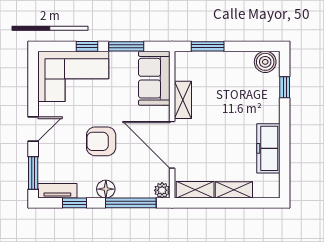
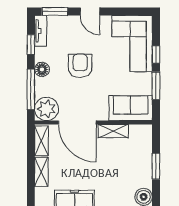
window: (208, 46) -> (156, 166), moved
door: (172, 145) -> (77, 123), swing flipped
plant: (162, 190) -> (46, 109), width x1.88, depth x1.88

